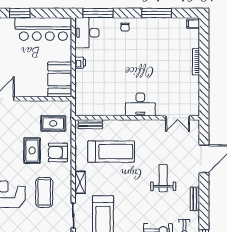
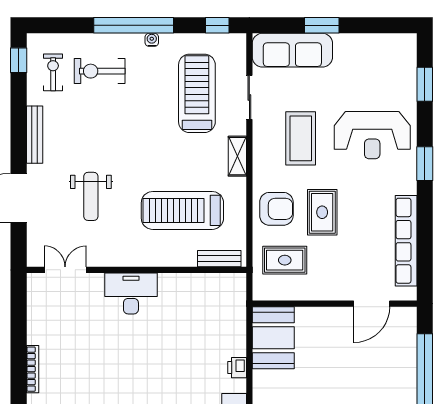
weight bench: (163, 178) -> (91, 196), moved
bench: (195, 199) -> (35, 135), width x1.36

